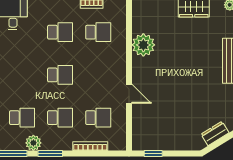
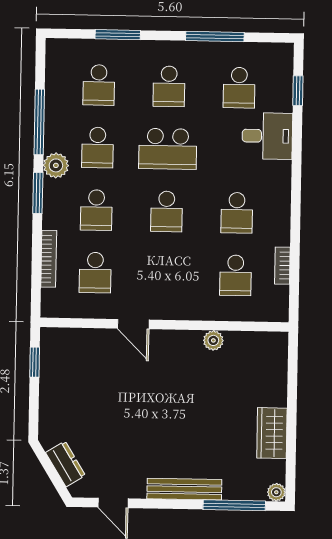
plant: (143, 45) -> (213, 340), width x0.53, depth x0.53
school desk: (22, 75) -> (168, 149), added
door: (129, 94) -> (133, 324), hinge flipped

